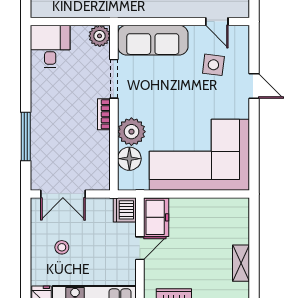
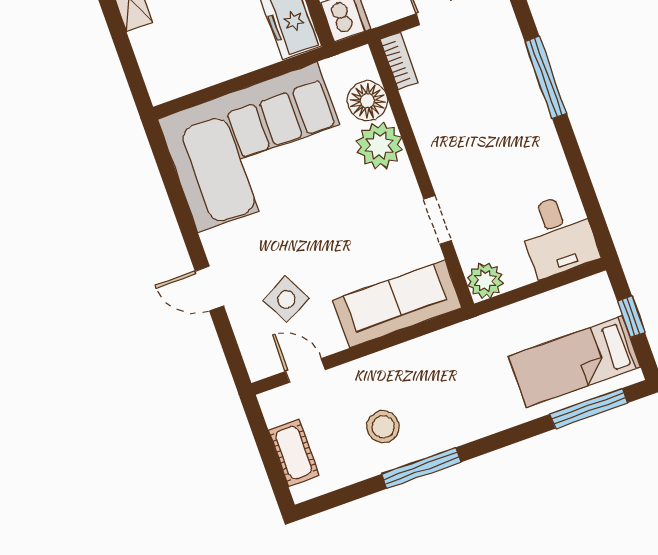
side table: (213, 65) -> (286, 299), turned -35
doorway: (114, 79) -> (438, 220), width x0.73
bookcase: (104, 114) -> (399, 61), moved

